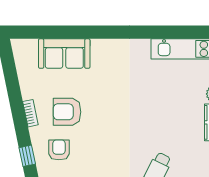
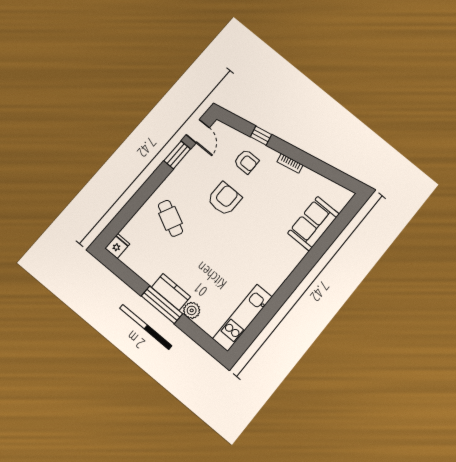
armchair: (67, 112) -> (225, 199), moved

